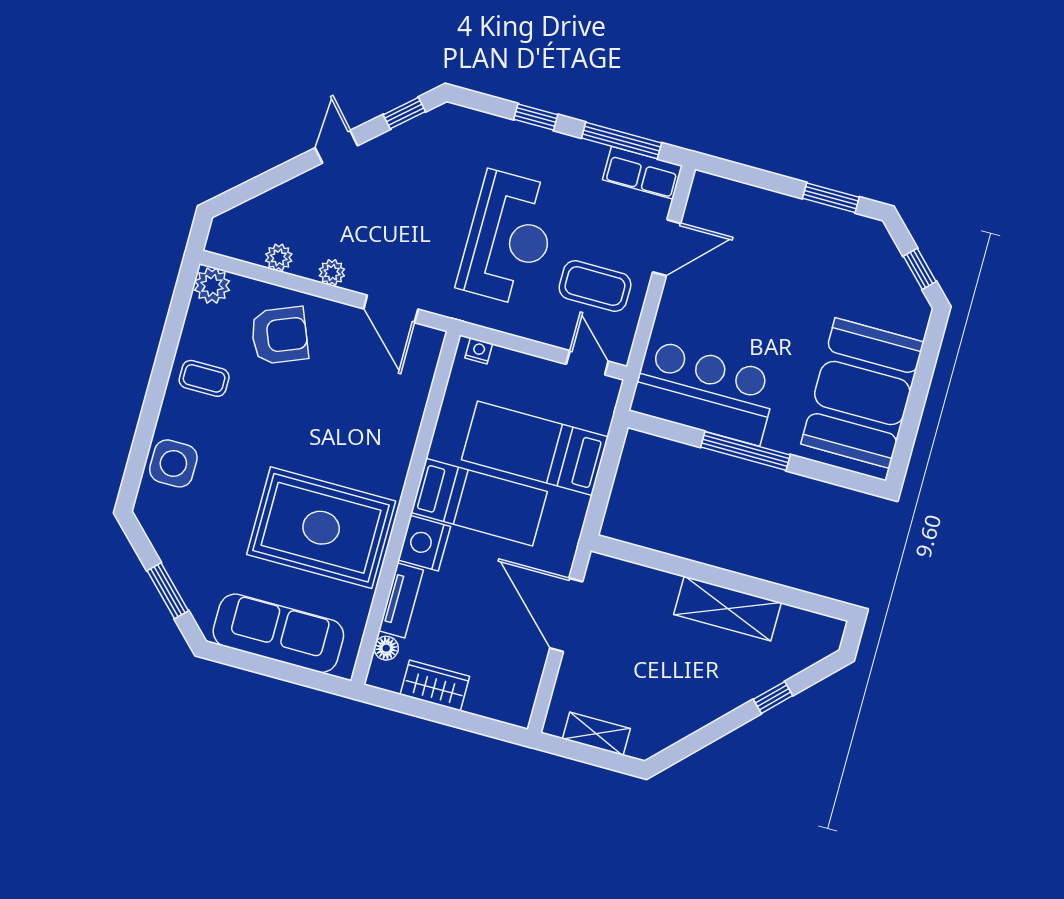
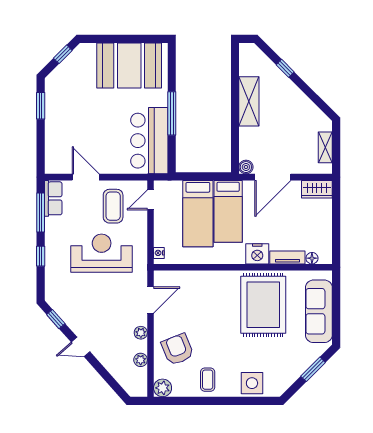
bed: (479, 502) -> (228, 211), moved, turned 180
boiler: (600, 568) -> (246, 167), added
wardrobe: (435, 685) -> (317, 189), moved, turned -90

